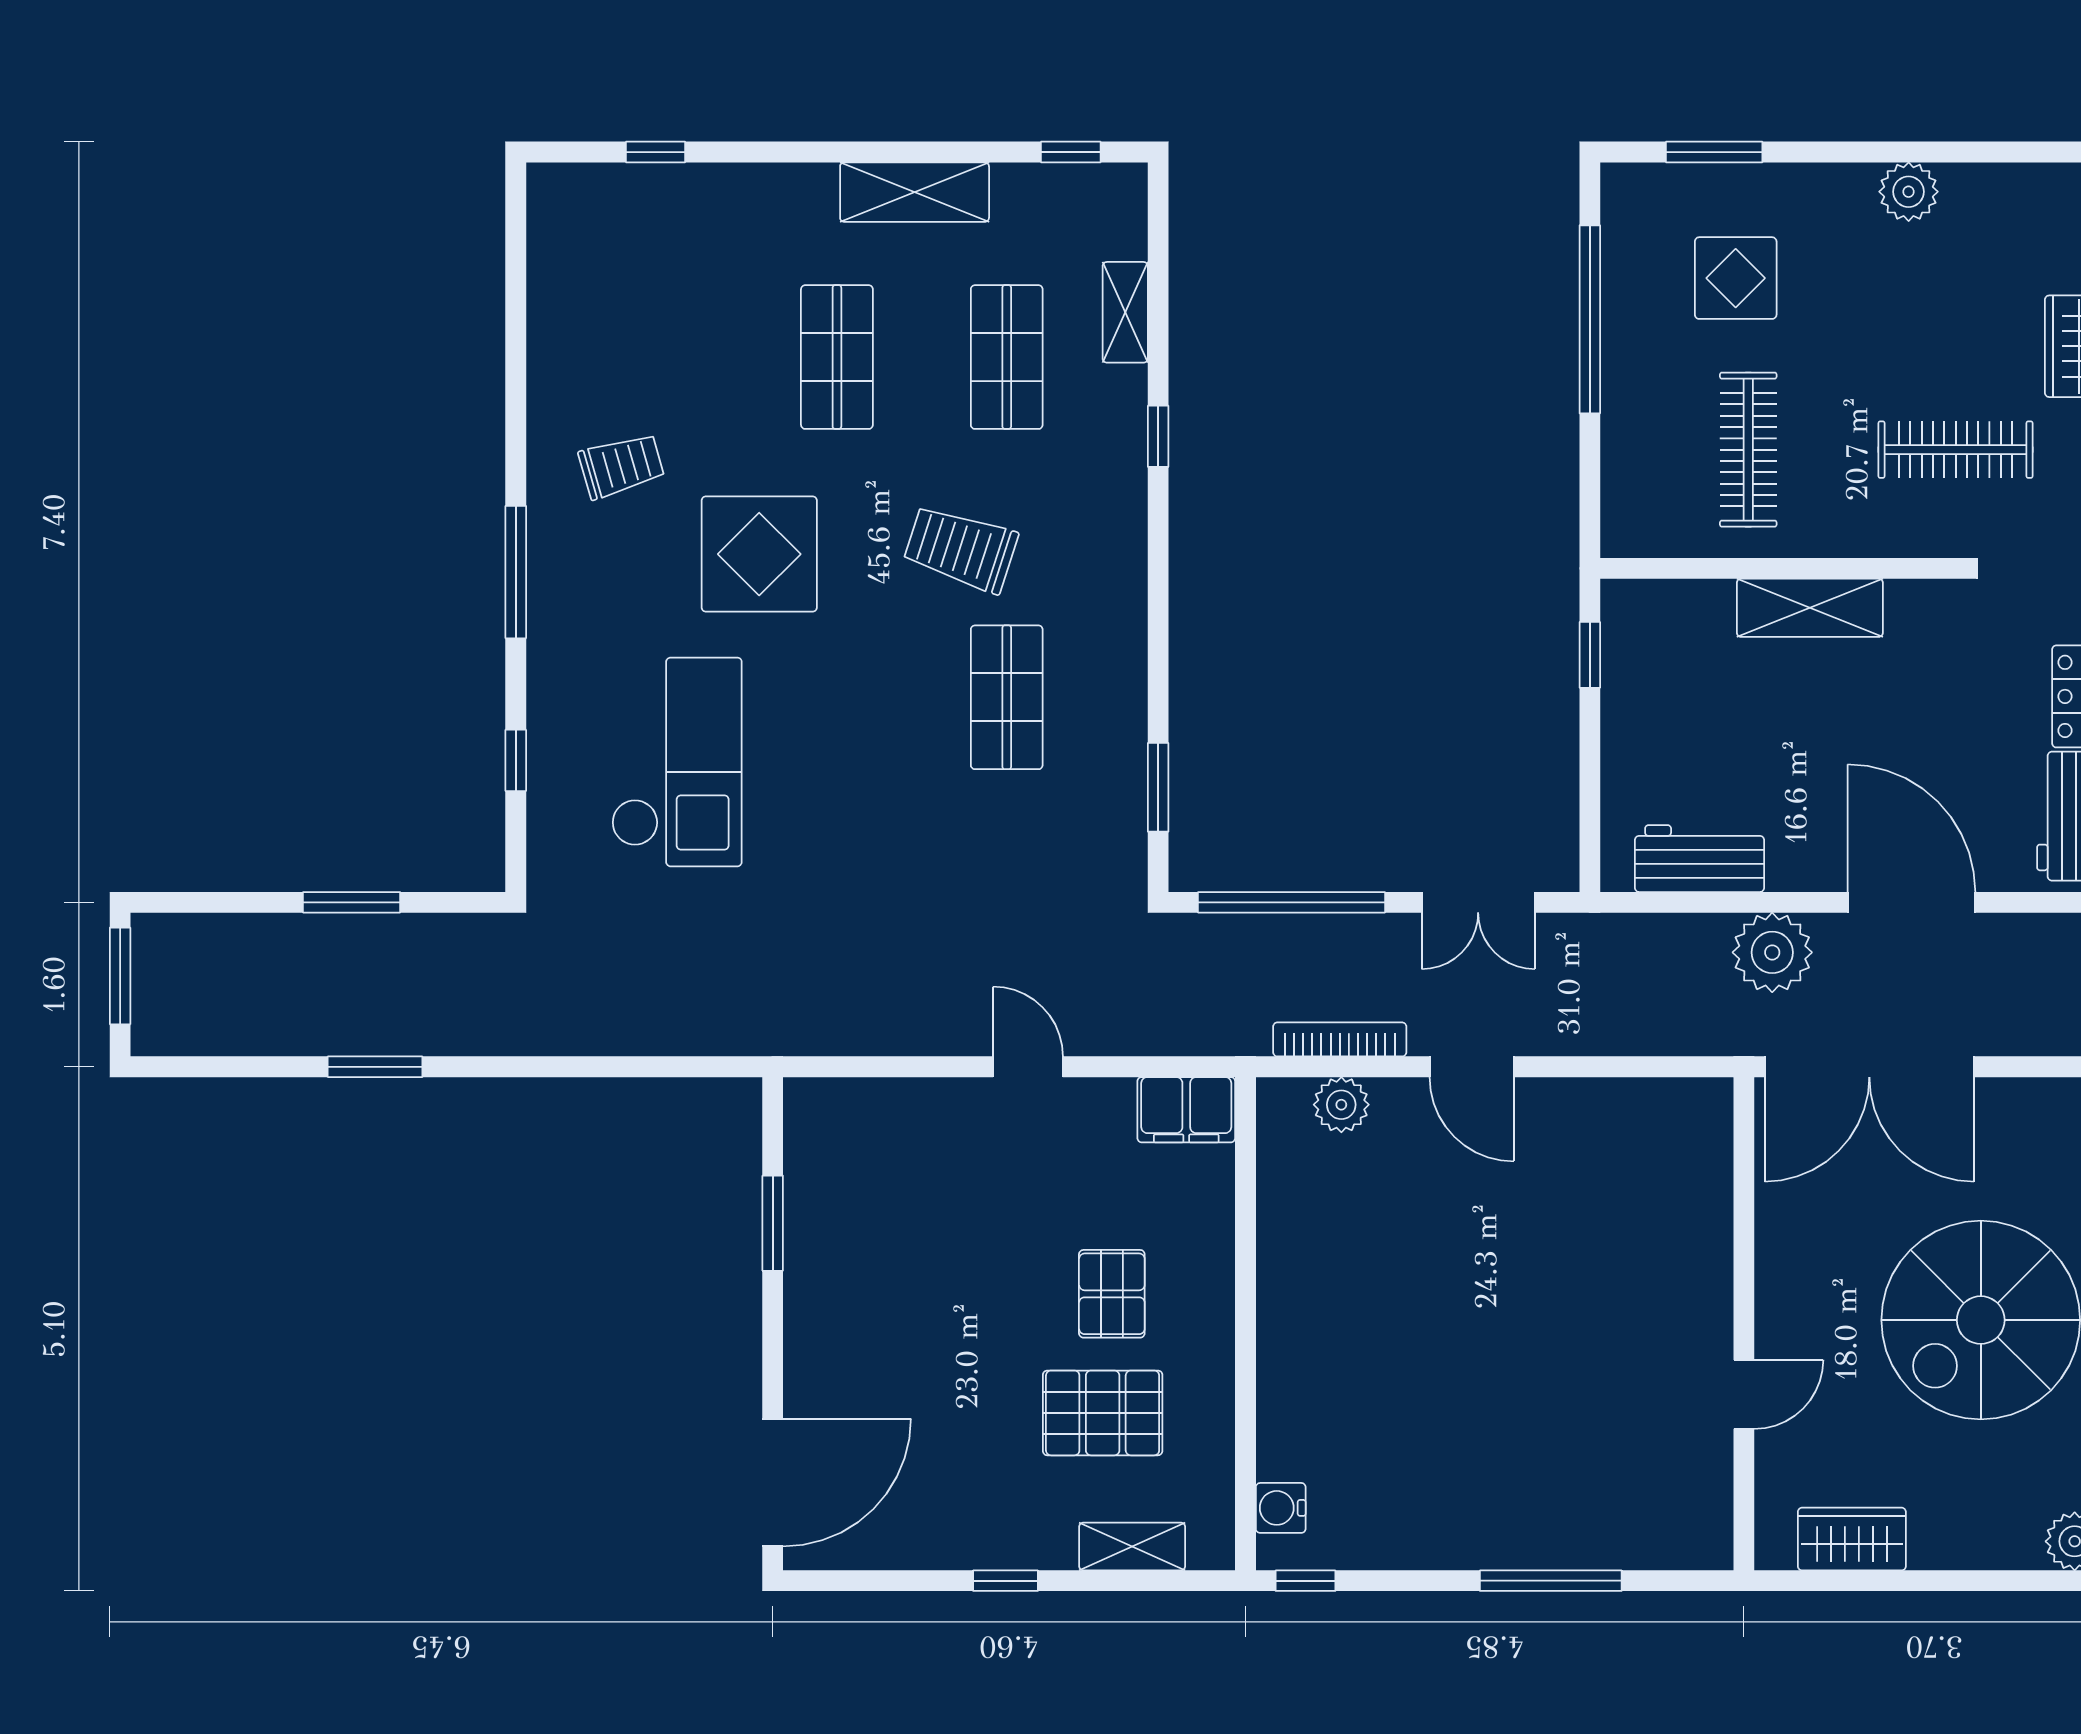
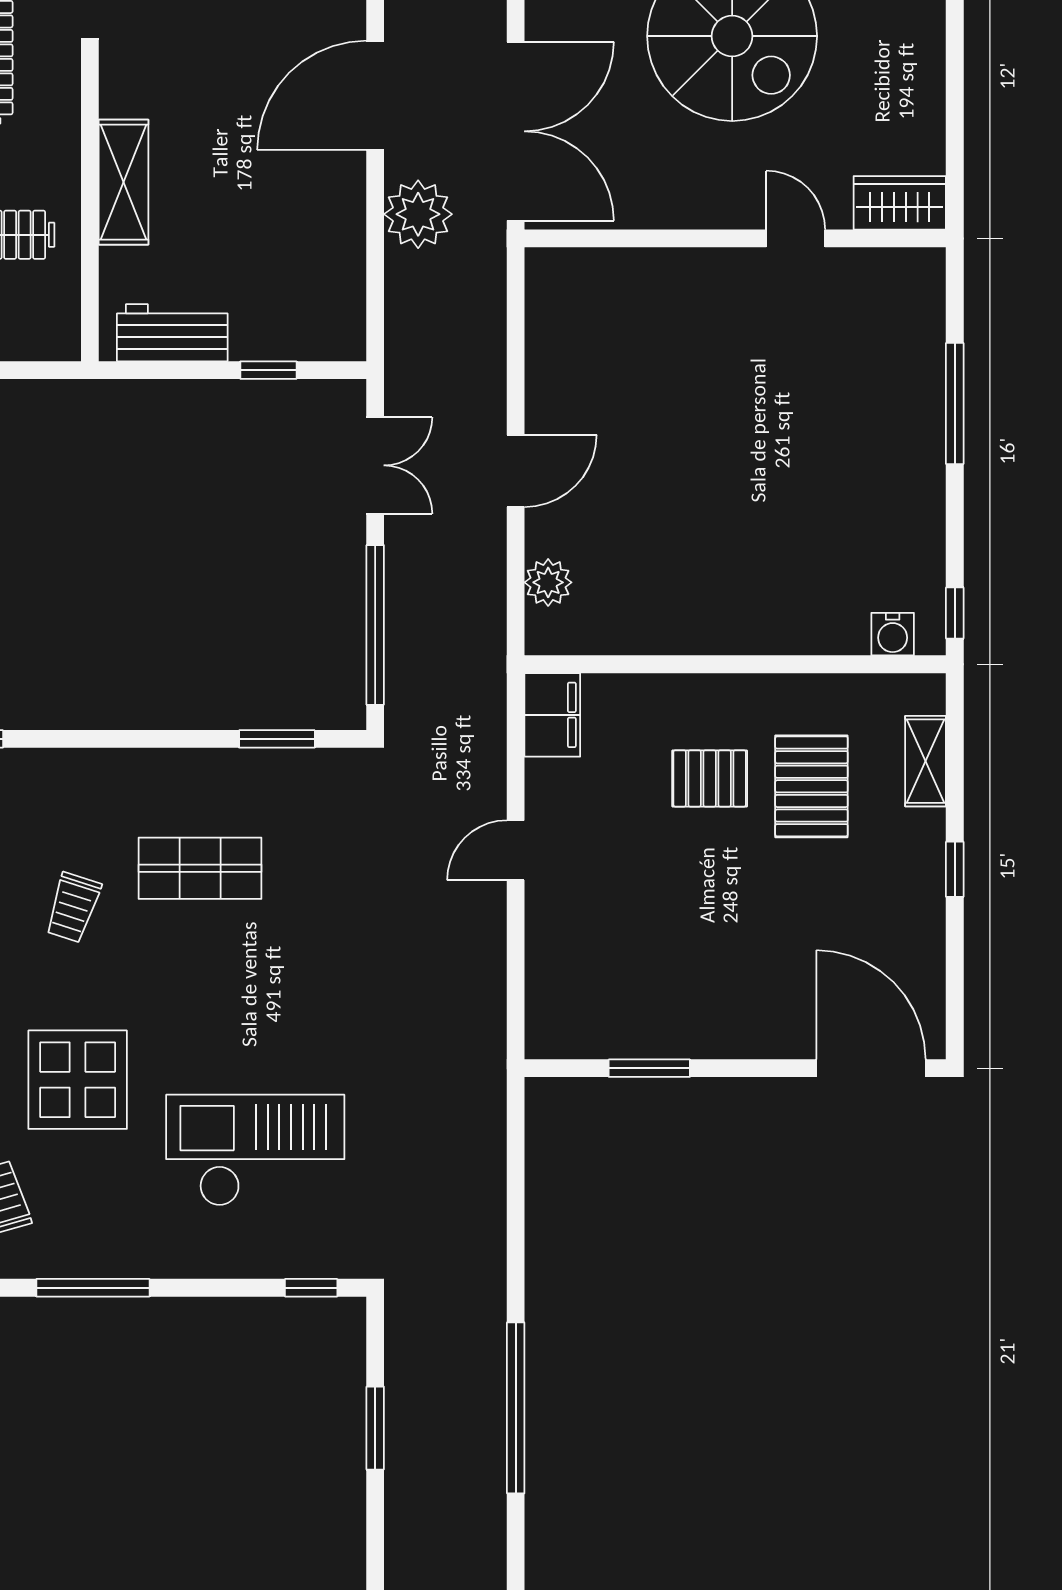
trolley: (961, 549) -> (73, 908), width x0.73, depth x0.72
window: (1590, 655) -> (268, 370), moved
window: (516, 760) -> (311, 1288), moved
workbench: (1699, 859) -> (172, 333), moved, turned 90
bookcase: (1340, 1039) -> (492, 584), removed
window: (375, 1067) -> (516, 1408), width x2.11
wardrobe: (1852, 1539) -> (900, 203), moved, turned 90

